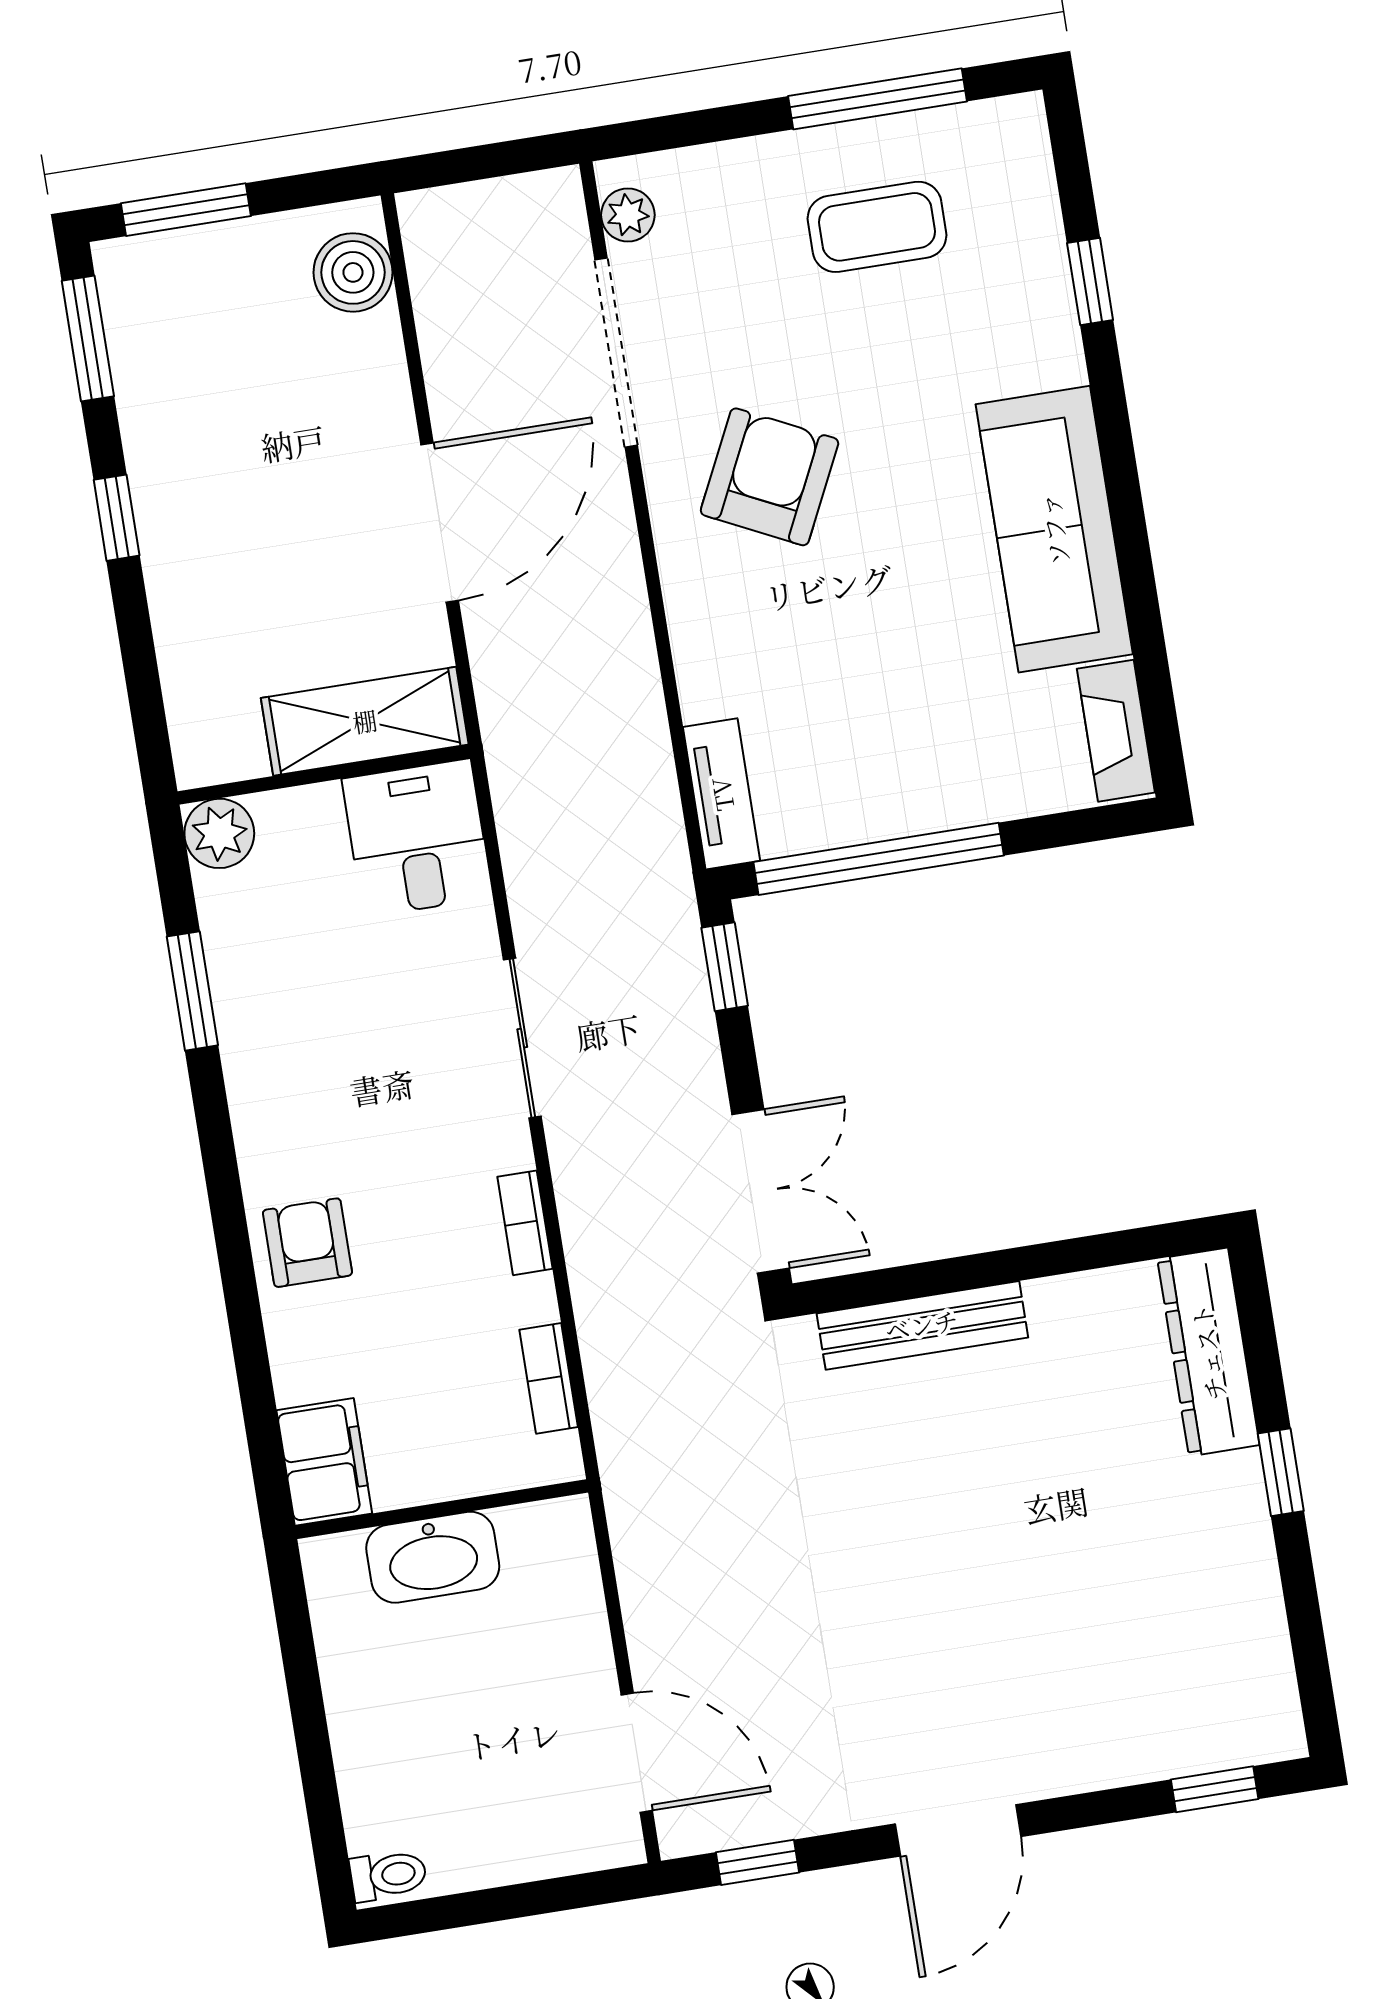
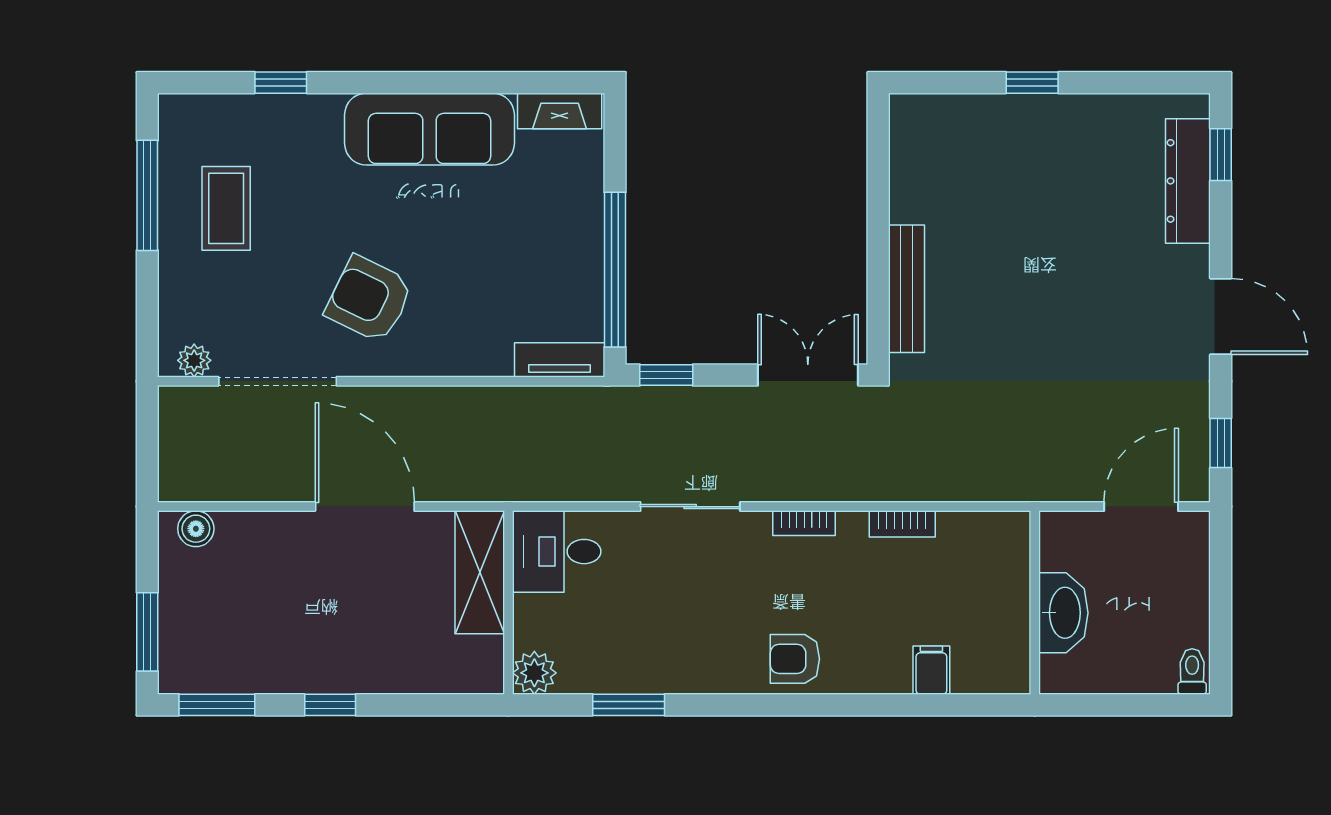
boiler: (353, 272) -> (196, 529), width x0.73, depth x0.73
dresser: (1208, 1352) -> (1188, 181), moved, turned 90
filing cabinet: (324, 1462) -> (931, 670), width x0.50
wall: (442, 1509) -> (1035, 603), moved
washbasin: (433, 1557) -> (1063, 613), moved

